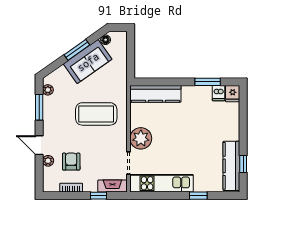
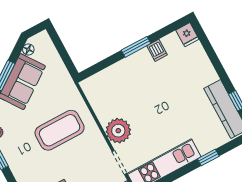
window: (208, 82) -> (136, 47), moved
dishwasher: (219, 93) -> (157, 50), moved
kitchen counter: (155, 94) -> (109, 77), removed

